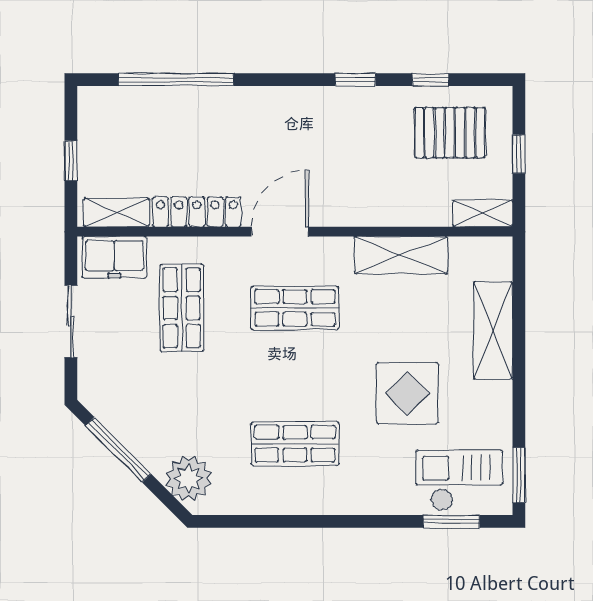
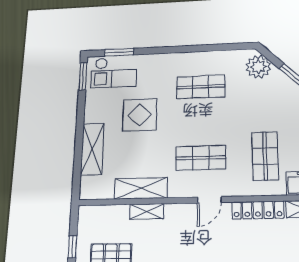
shelving: (483, 213) -> (147, 211), moved
door: (280, 232) -> (209, 200), width x0.73

